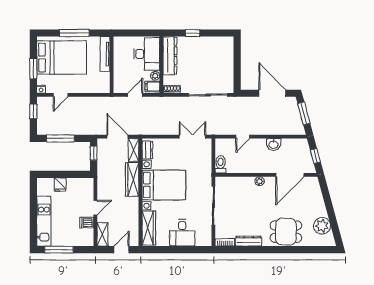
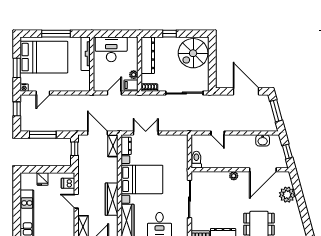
spiral stairs: (217, 53) -> (193, 53), added
desk: (147, 54) -> (111, 49), moved, turned -90
double door: (192, 137) -> (146, 133), moved
door: (243, 137) -> (218, 133), hinge flipped
washbasin: (274, 144) -> (263, 140), moved
wardrobe: (132, 179) -> (112, 199), moved
door: (95, 208) -> (76, 201), swing flipped
dishwasher: (87, 223) -> (68, 183), moved
plant: (322, 226) -> (287, 195), moved

